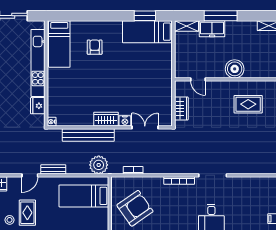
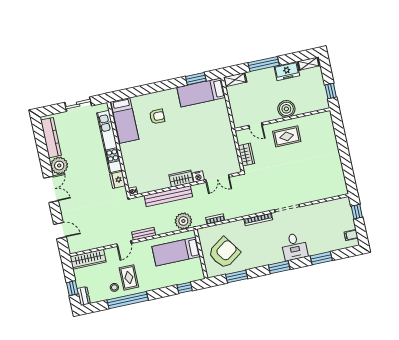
freezer: (212, 29) -> (287, 71), moved
armchair: (95, 47) -> (157, 116), turned 90
rug: (248, 104) -> (287, 136), moved
double door: (145, 127) -> (217, 178), swing flipped

